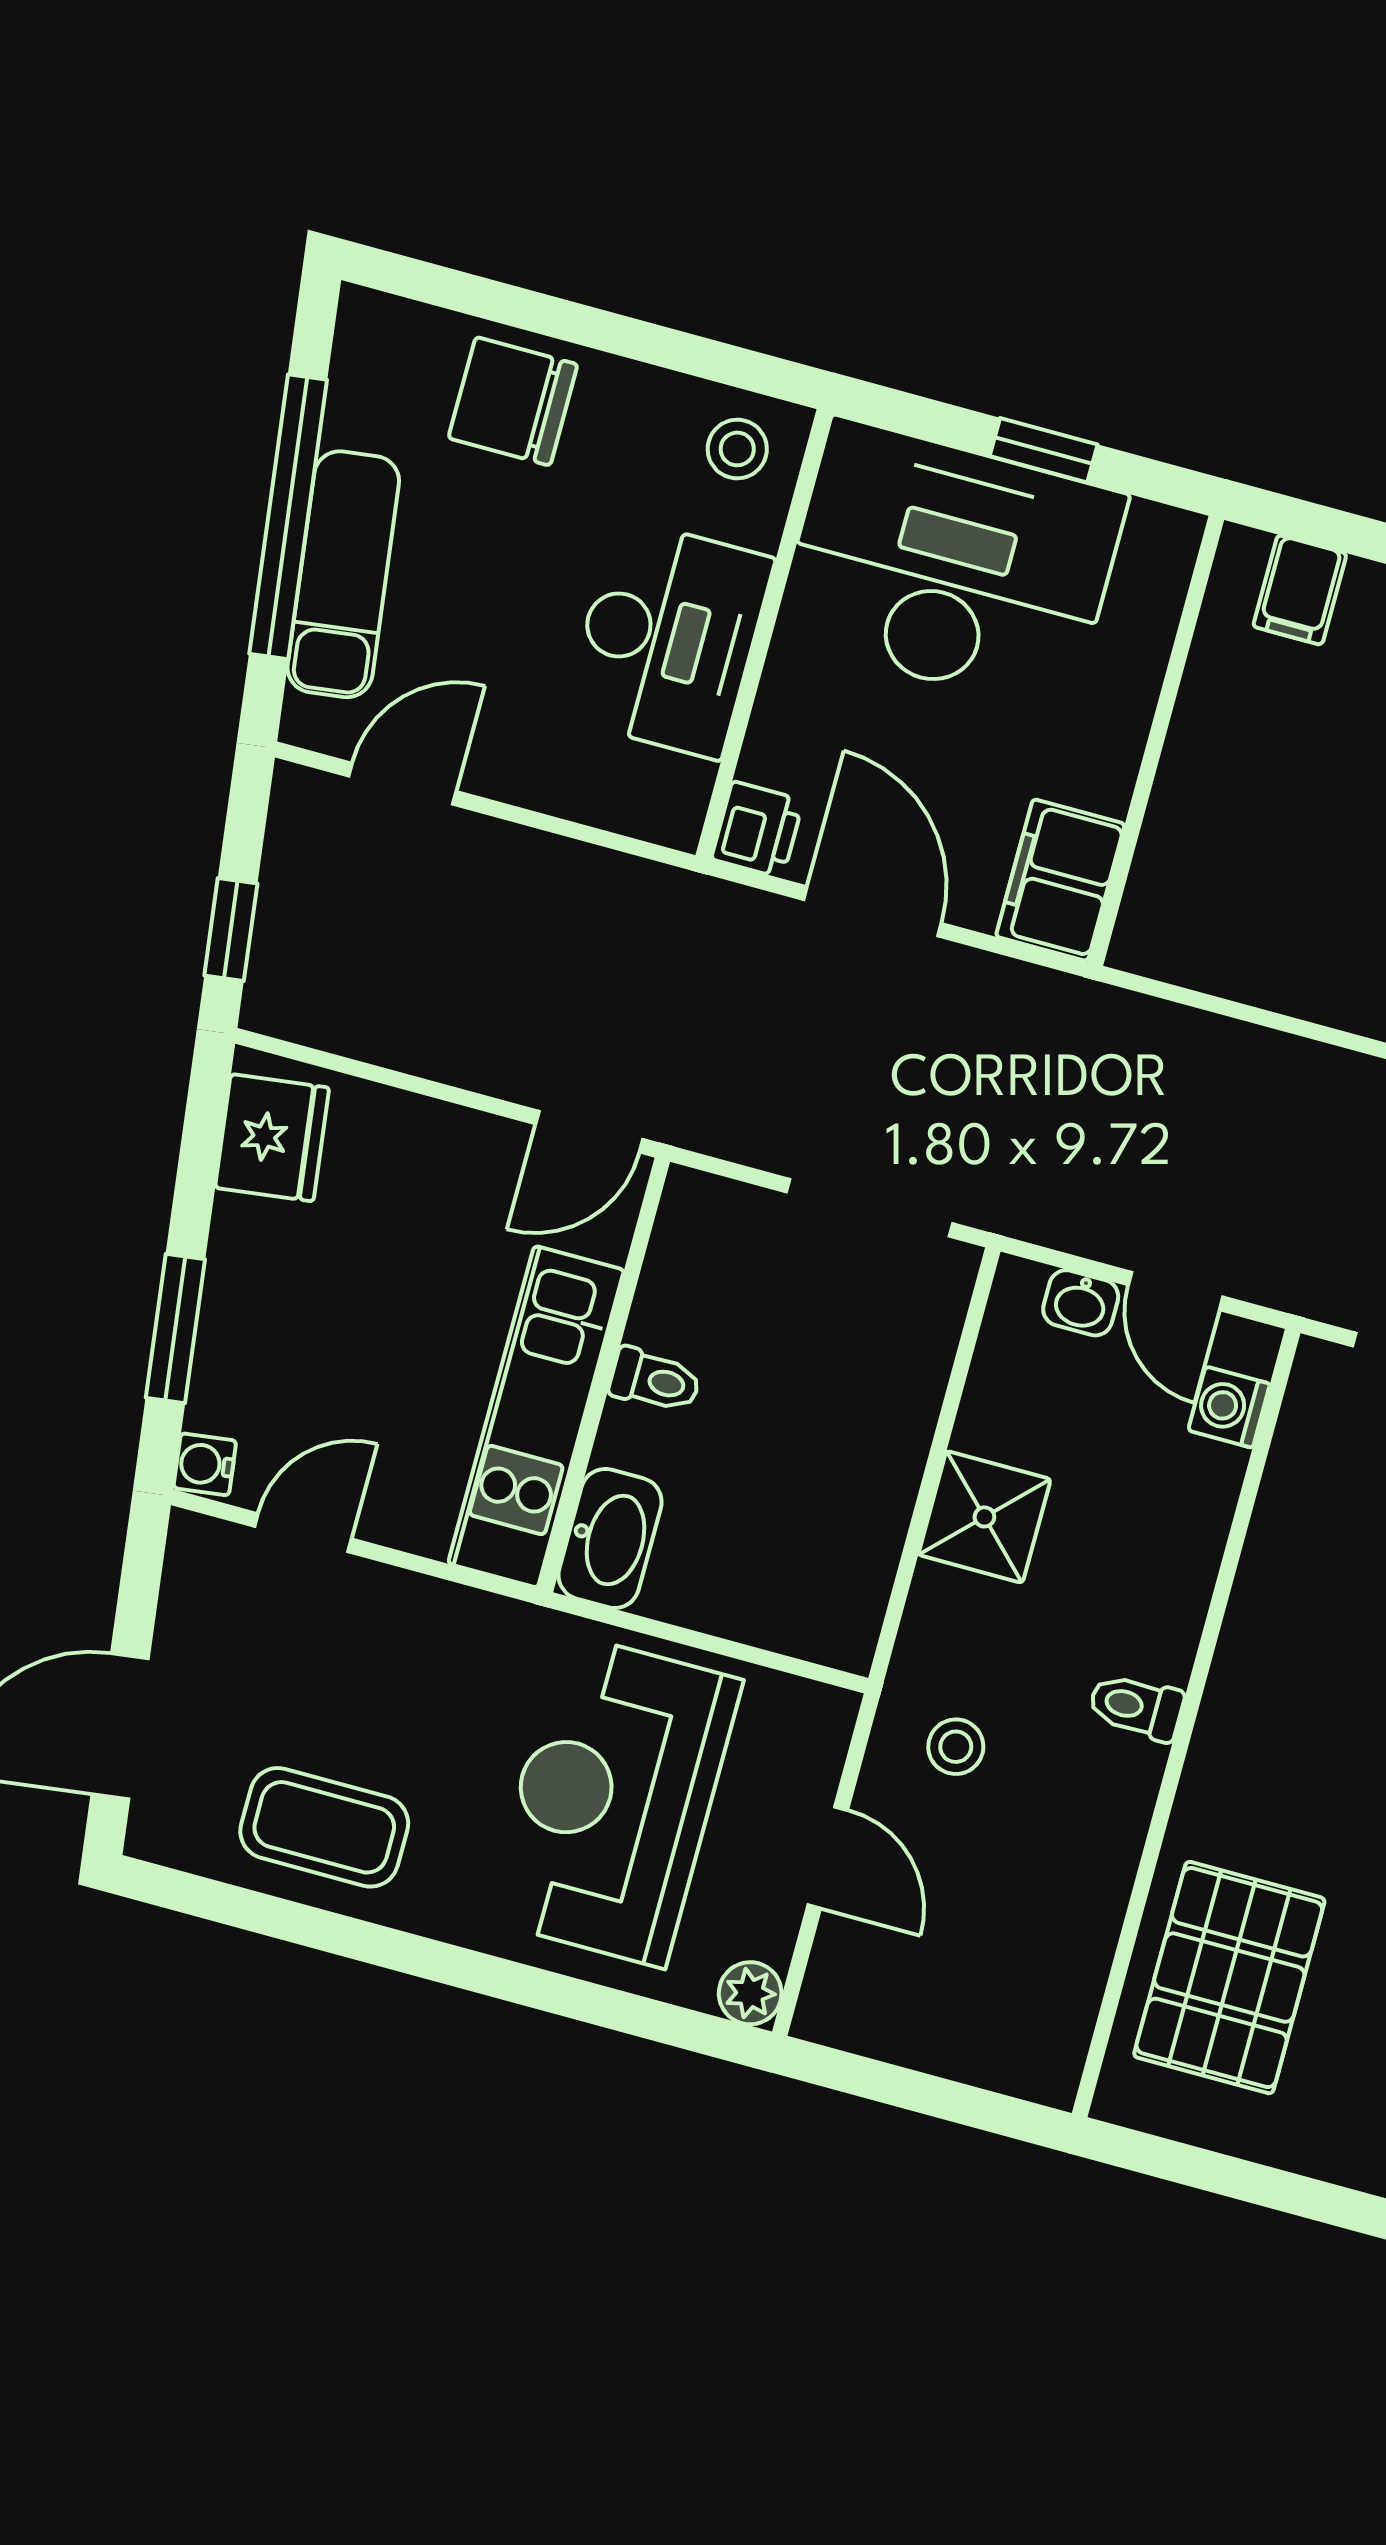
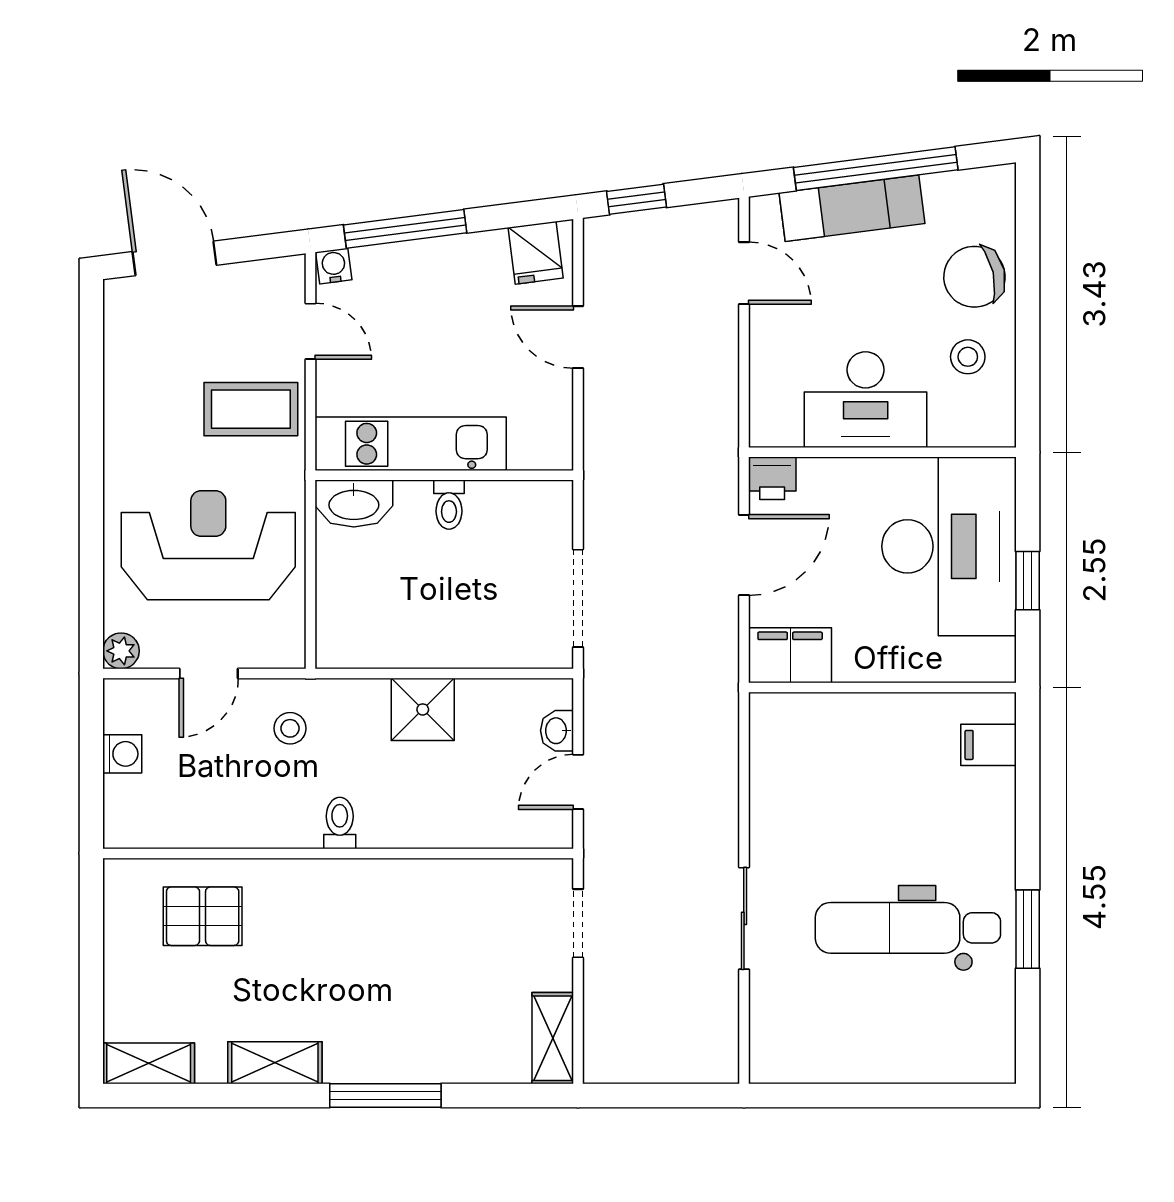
chair: (513, 401) -> (974, 277), turned -103
stool: (737, 449) -> (968, 357), moved
door: (589, 1132) -> (578, 337), moved
fridge: (272, 1138) -> (536, 253), width x0.72
window: (175, 1329) -> (405, 229), width x1.44
washing machine: (1229, 1407) -> (122, 754), moved, turned 90
coffee table: (324, 1827) -> (251, 409), moved, turned 90
pallet: (1229, 1978) -> (203, 916), width x0.67, depth x0.71

